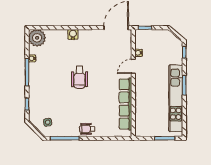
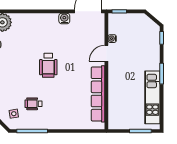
water cooler: (73, 34) -> (64, 19), moved
kitchen unit: (176, 98) -> (152, 97), width x0.73
wheelchair: (87, 129) -> (33, 104), moved

